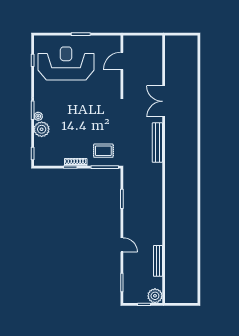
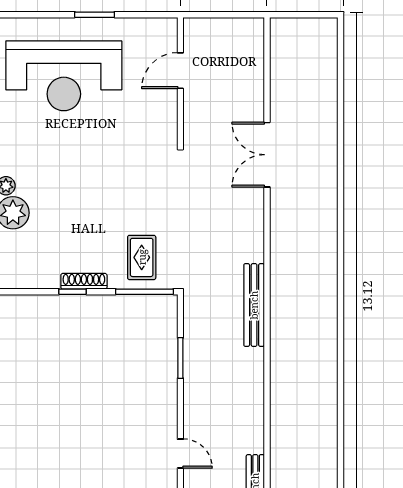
reception desk: (66, 64) -> (64, 76), turned 180
bench: (157, 143) -> (254, 305), moved
rug: (103, 151) -> (142, 257), turned 90

